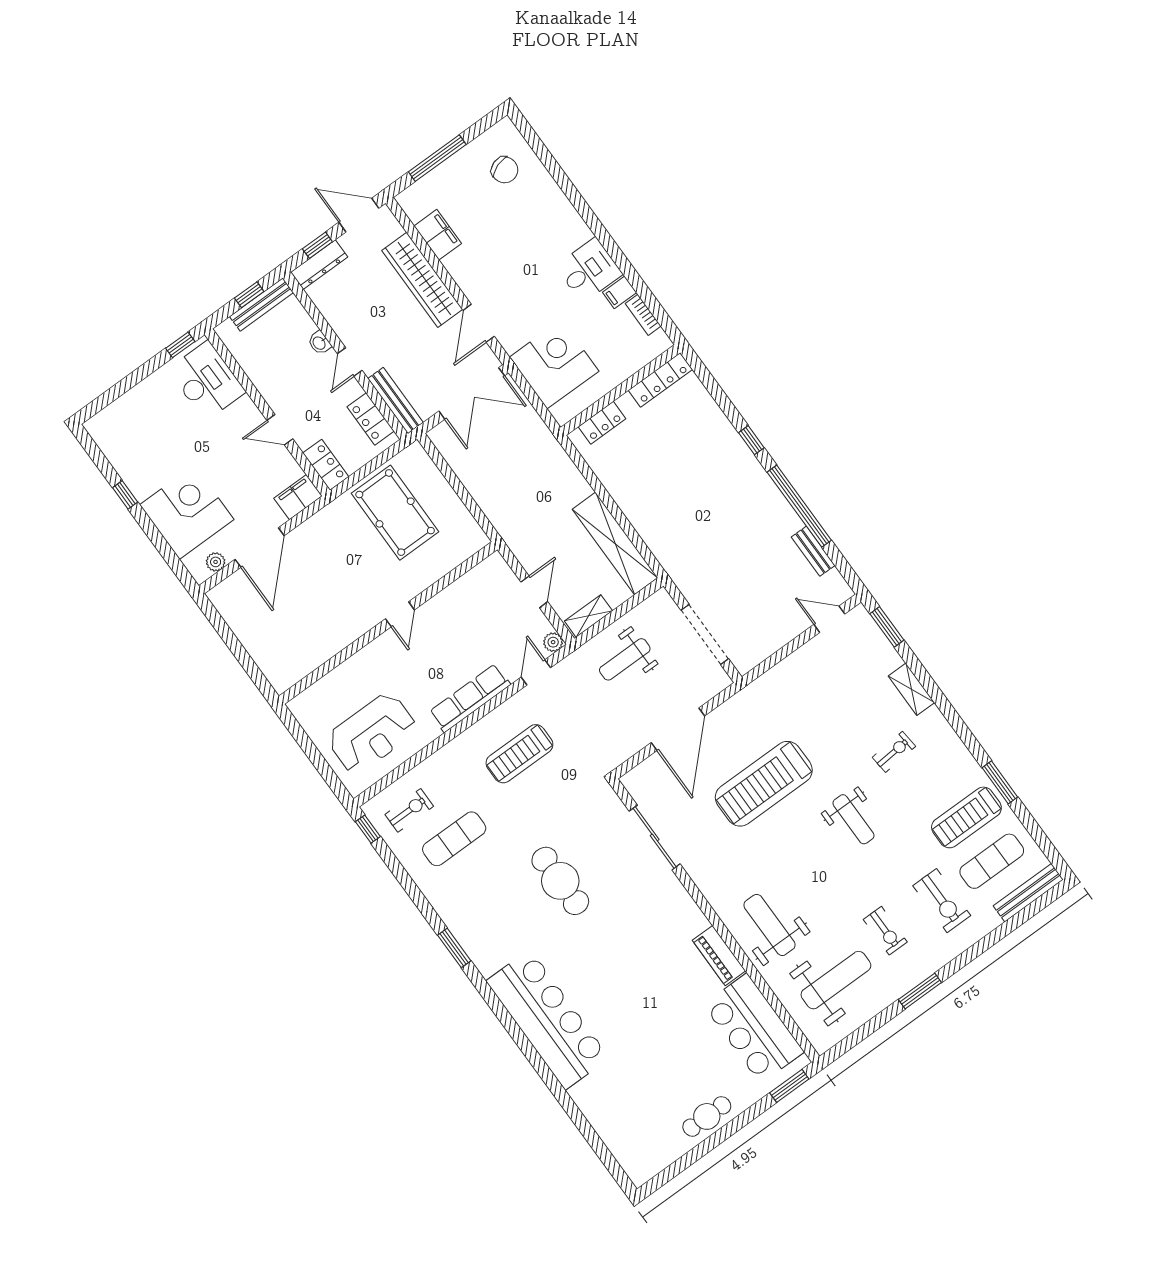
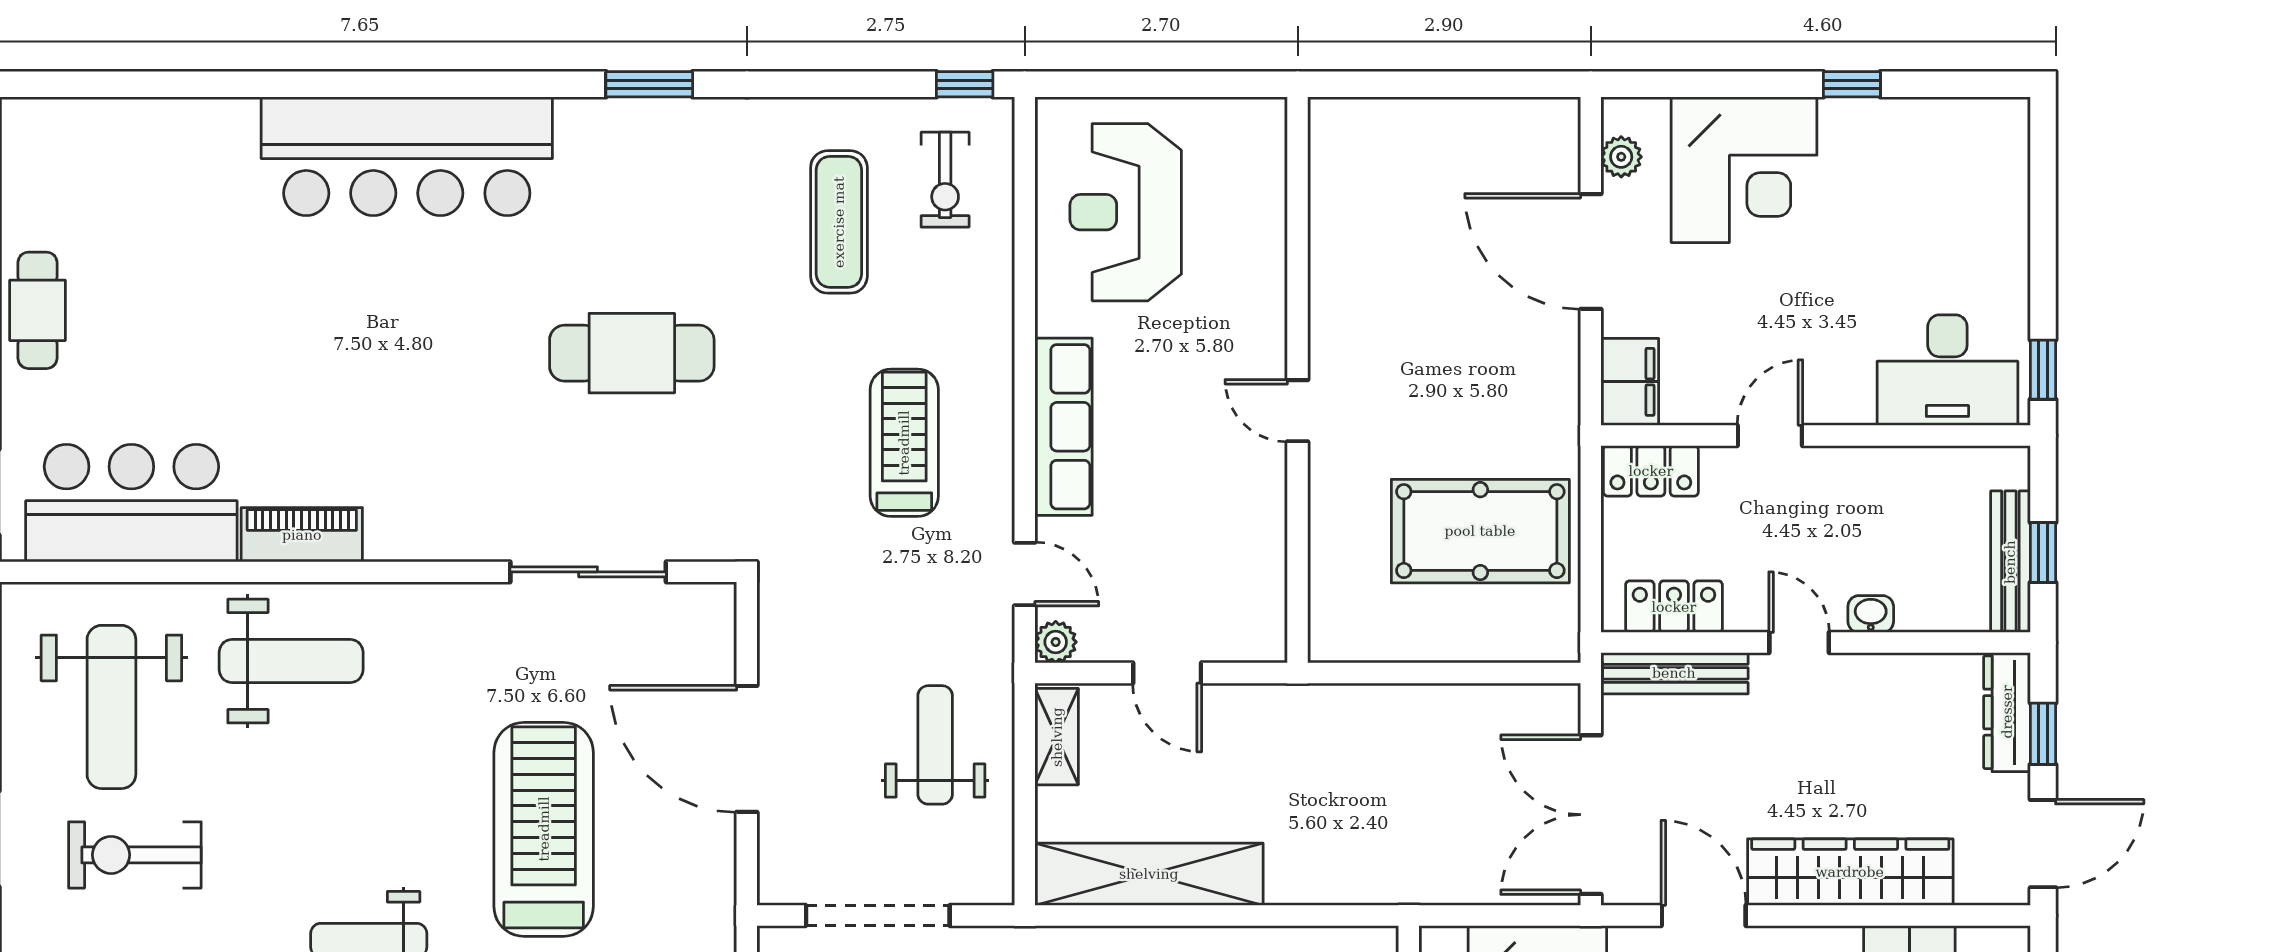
exercise bike: (885, 931) -> (135, 855), width x1.38, depth x1.39

